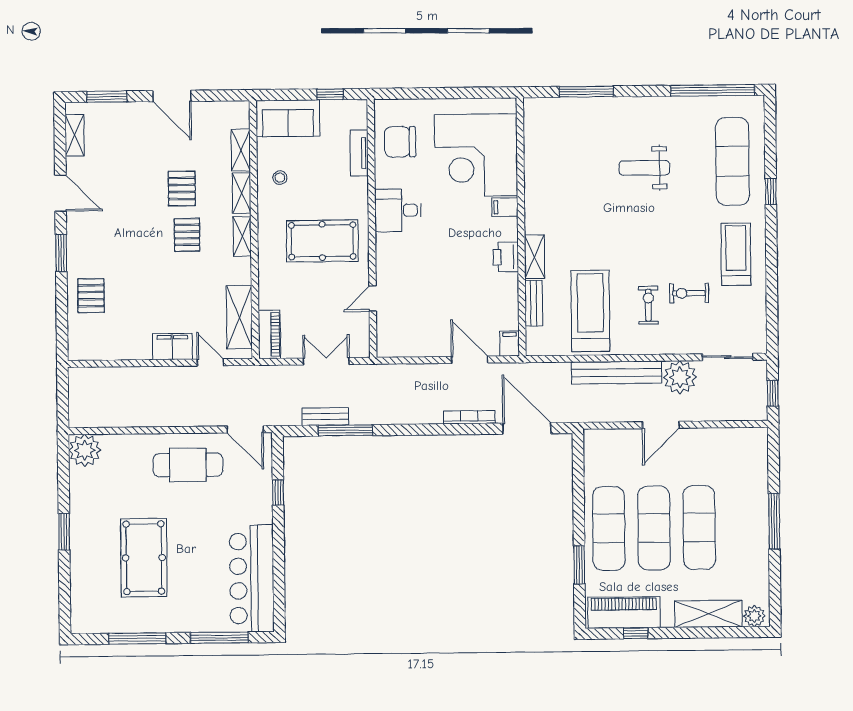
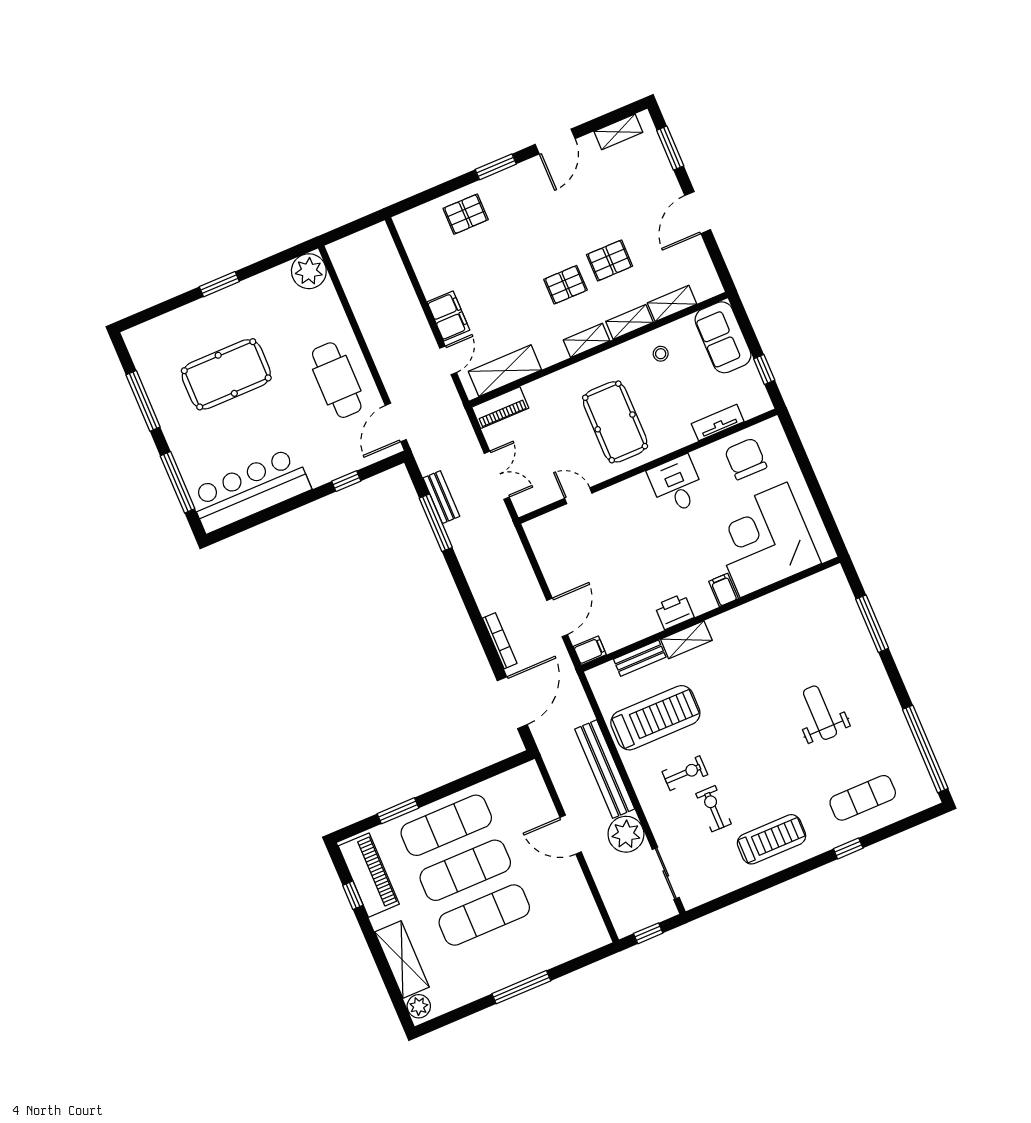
exercise mat: (732, 161) -> (863, 798), width x0.73, depth x0.69

